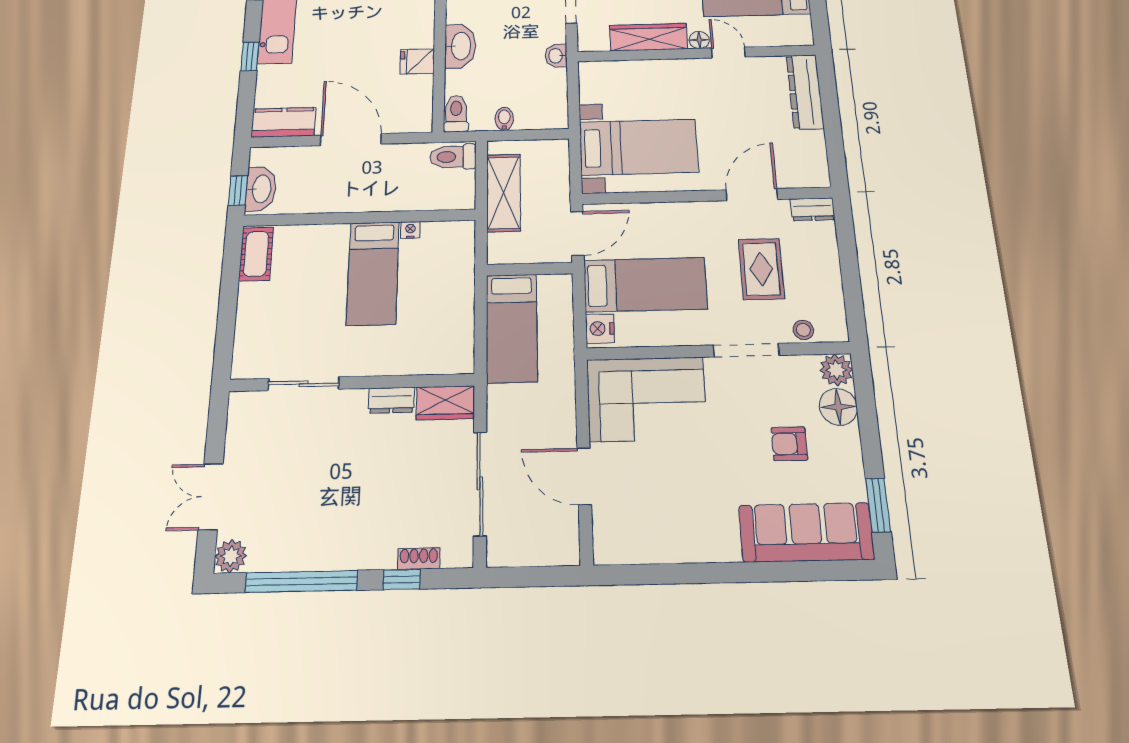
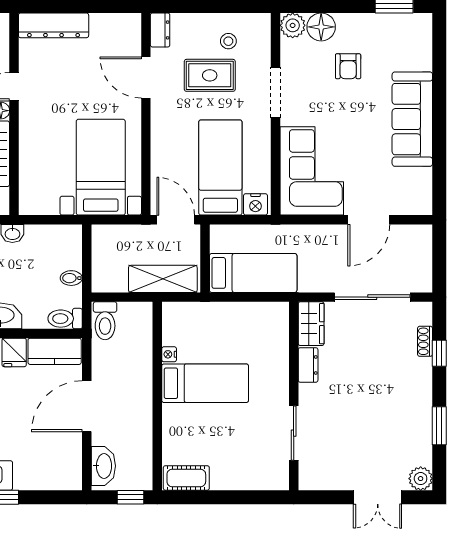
kitchen counter: (283, 122) -> (55, 351), moved, turned -90
washbasin: (261, 189) -> (103, 466), moved, turned 90
shelving: (504, 193) -> (163, 279), moved
stool: (803, 330) -> (228, 41), moved
sofa: (806, 532) -> (412, 119), moved
window: (301, 581) -> (439, 426), width x0.47

